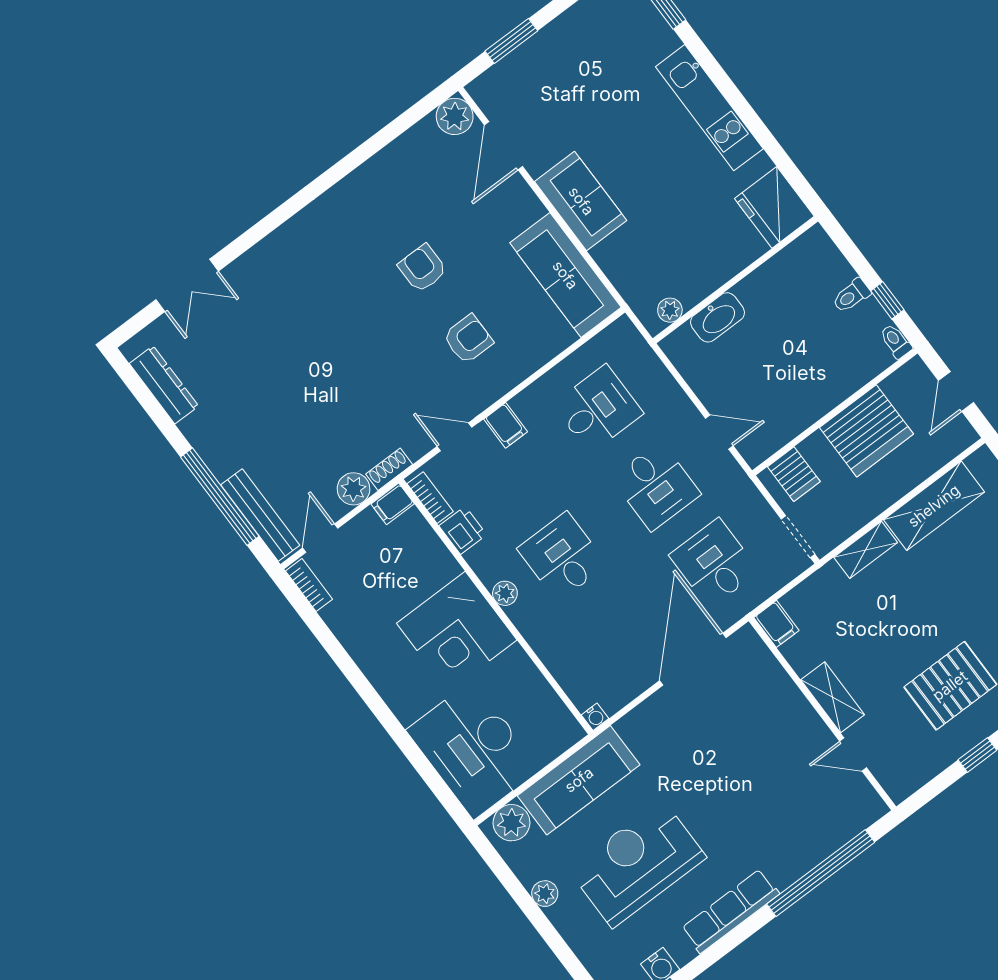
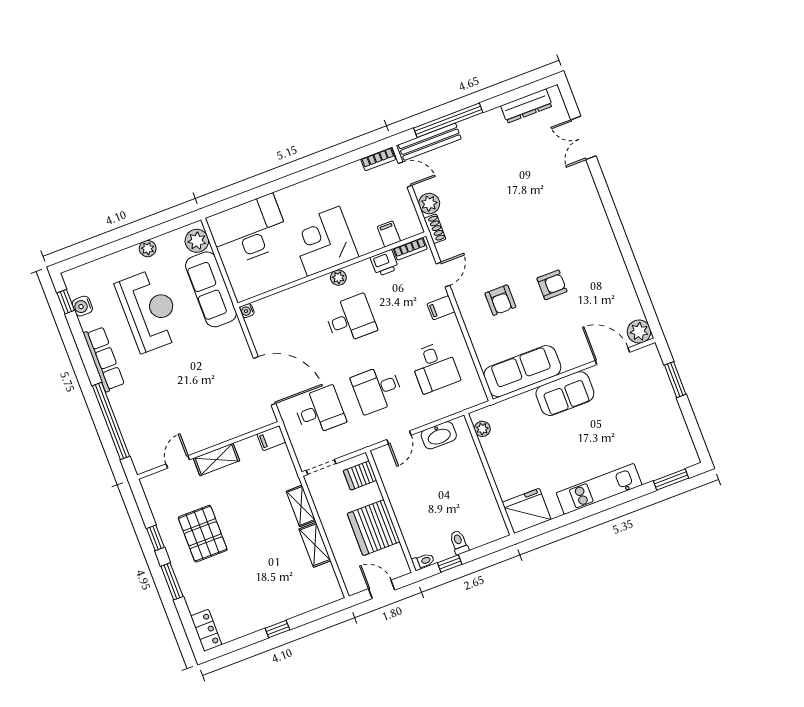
washbasin: (718, 317) -> (439, 435), moved, turned -90
filing cabinet: (393, 504) -> (389, 234), moved
shelving: (934, 506) -> (315, 545), width x0.67, depth x0.75

